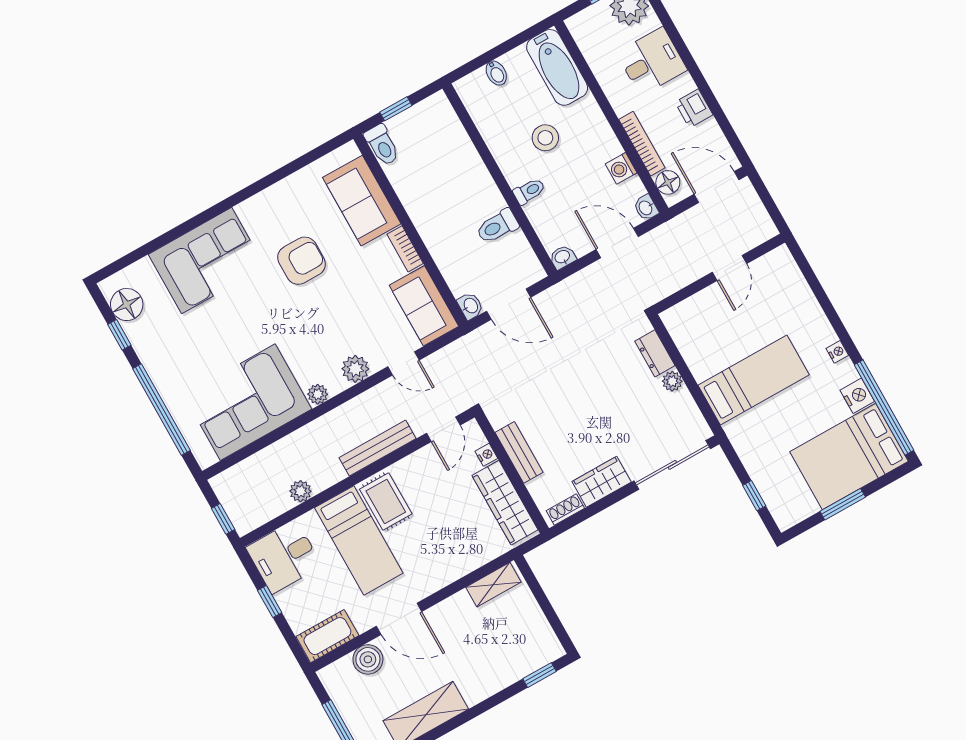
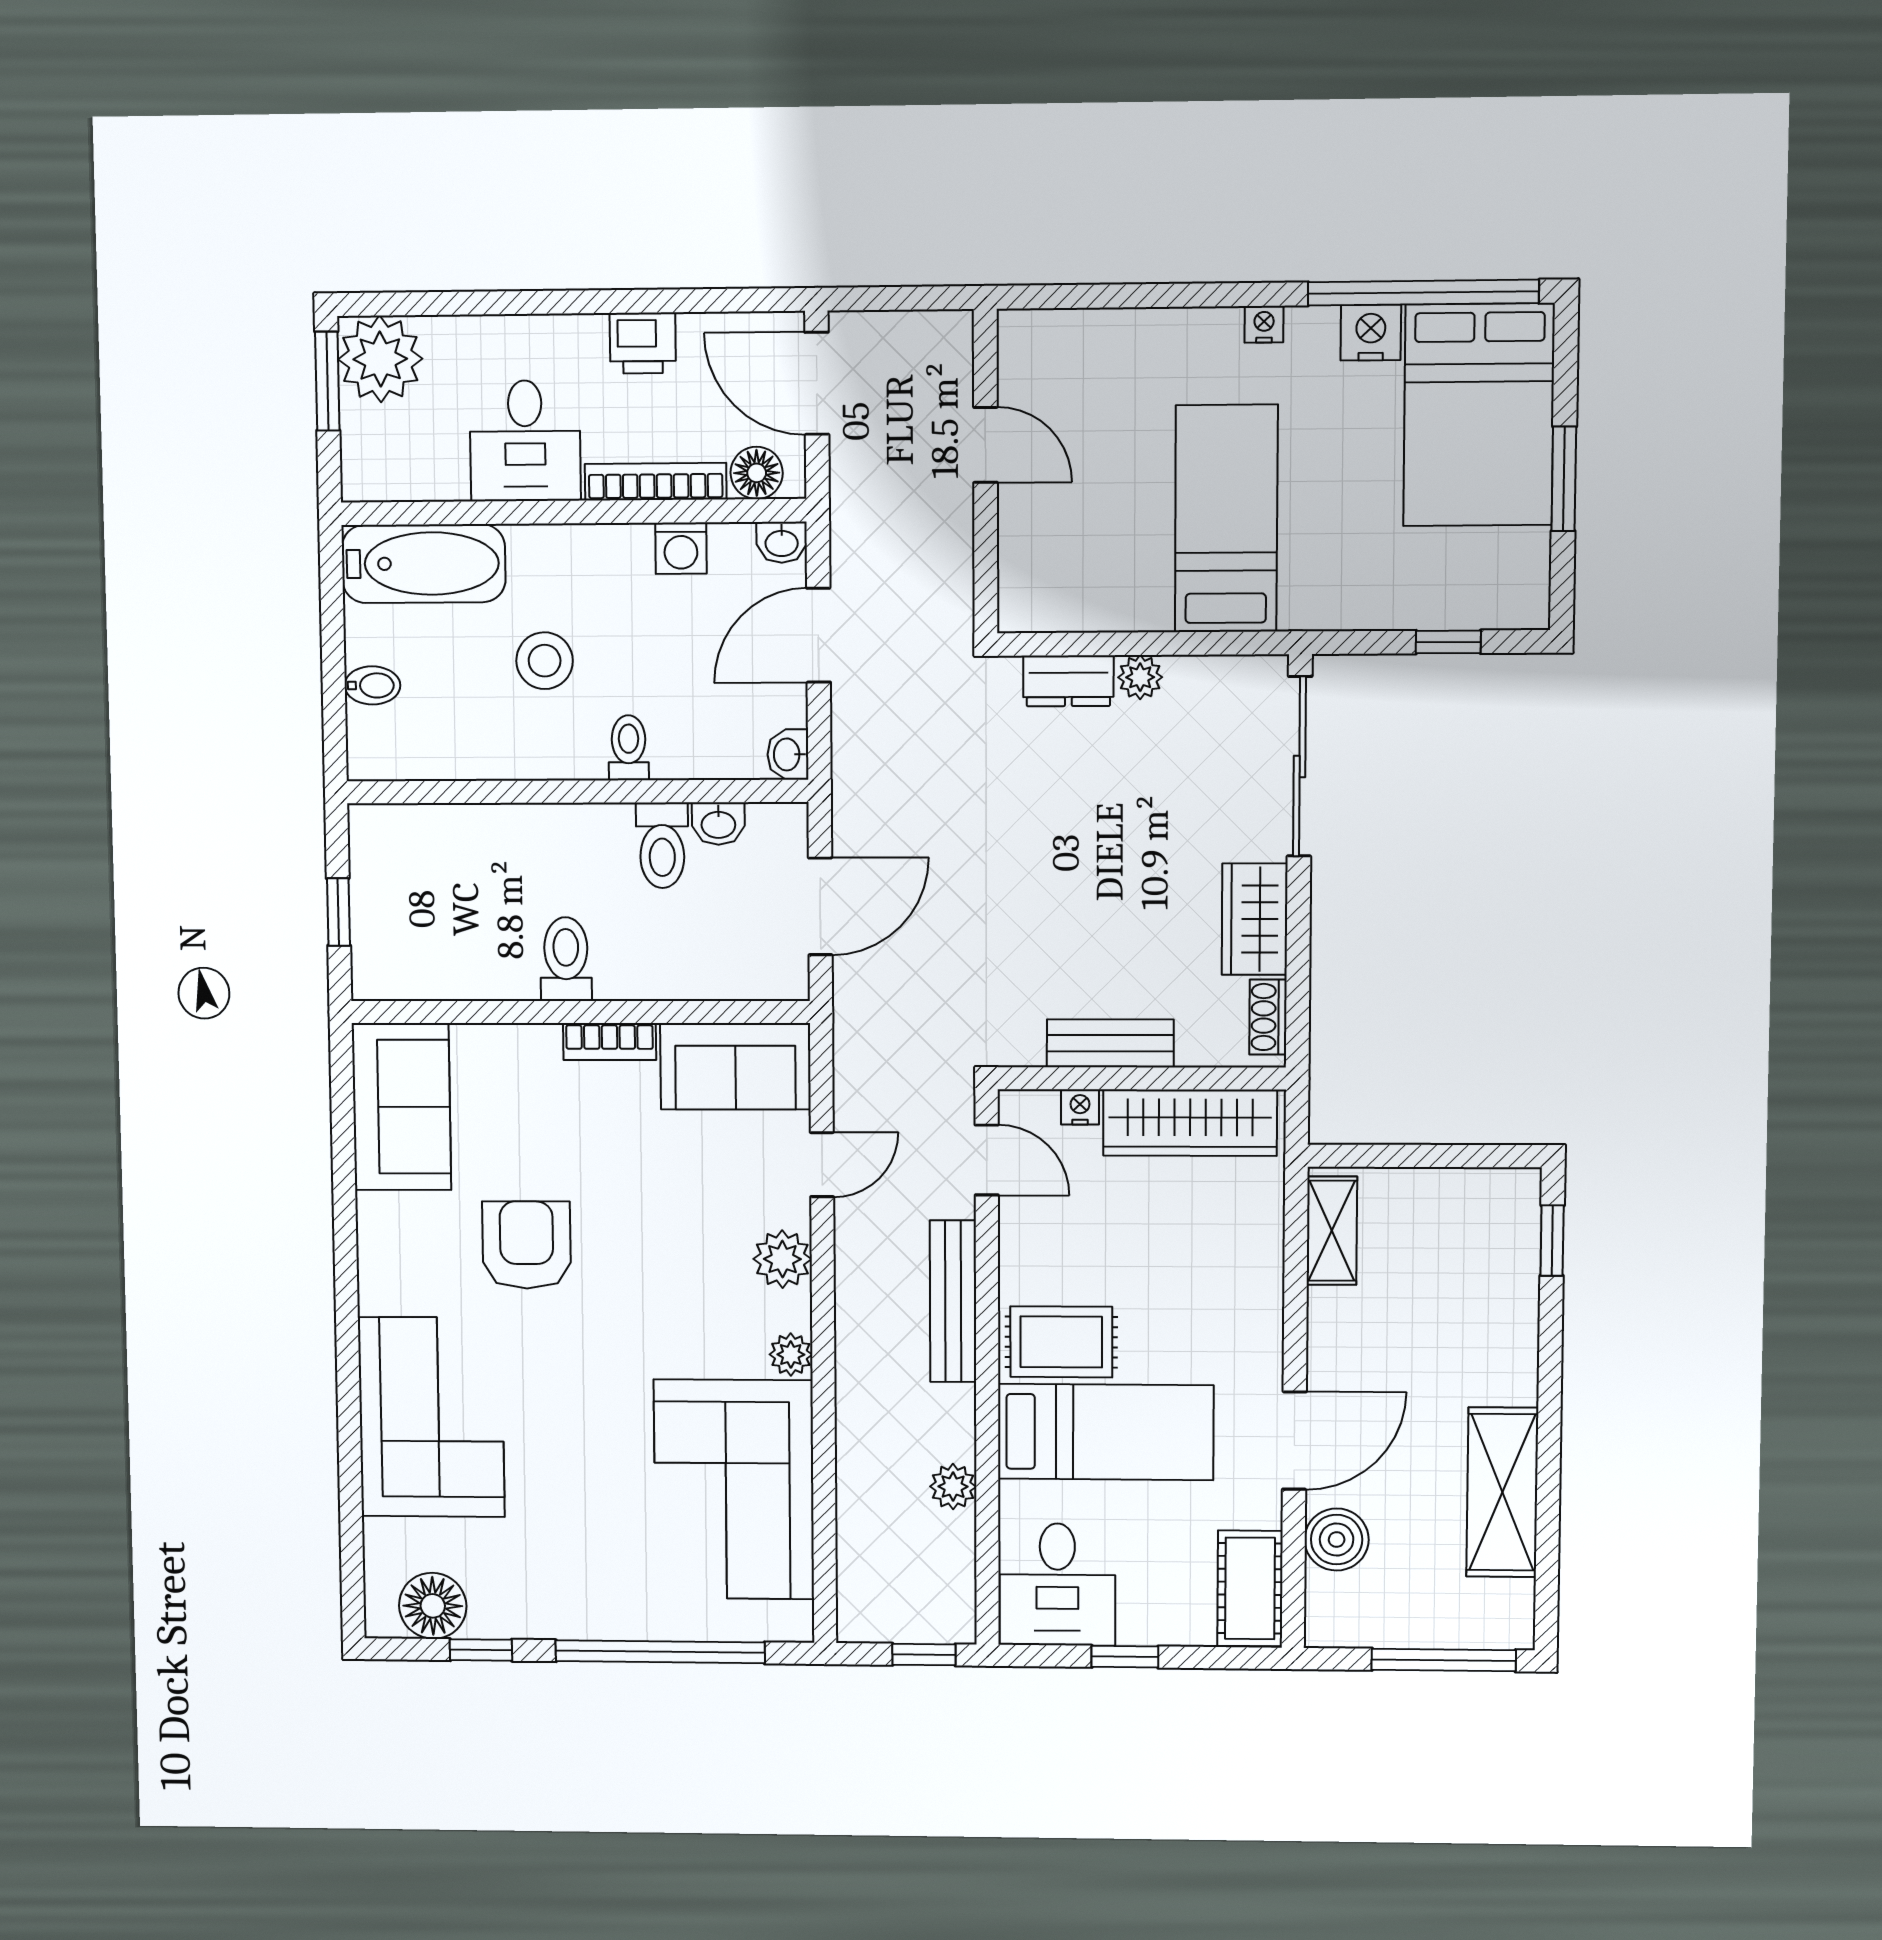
desk: (652, 61) -> (525, 441), moved, turned 180
toilet: (382, 145) -> (566, 959), moved, turned -90
door: (716, 187) -> (817, 383), hinge flipped
sofa: (362, 201) -> (402, 1107), moved, turned -90
washbasin: (470, 306) -> (718, 824), moved, turned 180

